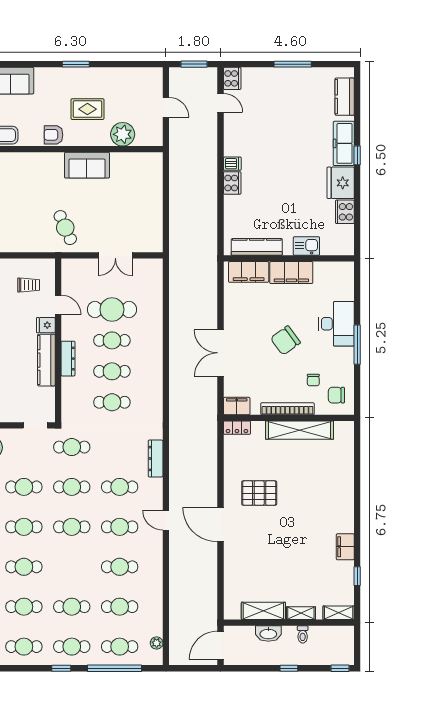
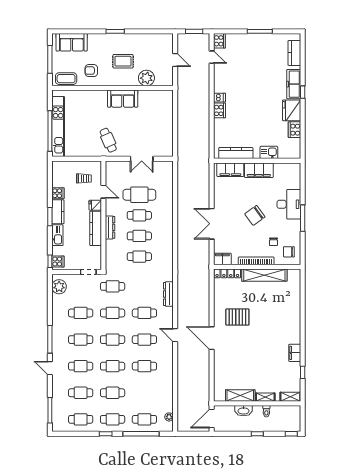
armchair: (54, 135) -> (91, 71), moved
locker: (237, 428) -> (227, 273), width x1.53
cafe table: (120, 607) -> (113, 366), moved

